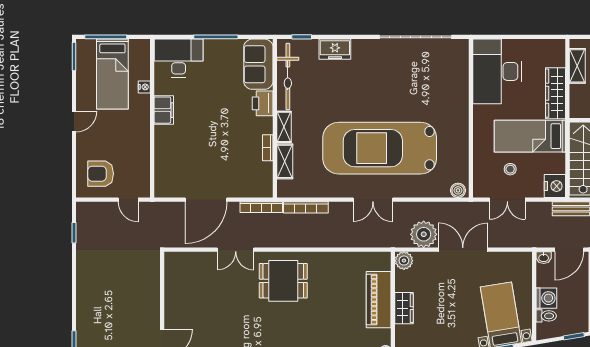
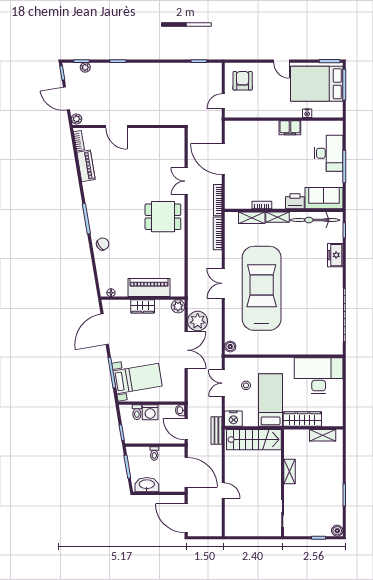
desk: (179, 58) -> (329, 153), moved
bed: (112, 74) -> (317, 84), width x1.50
dining table: (283, 281) -> (163, 217), turned 90

